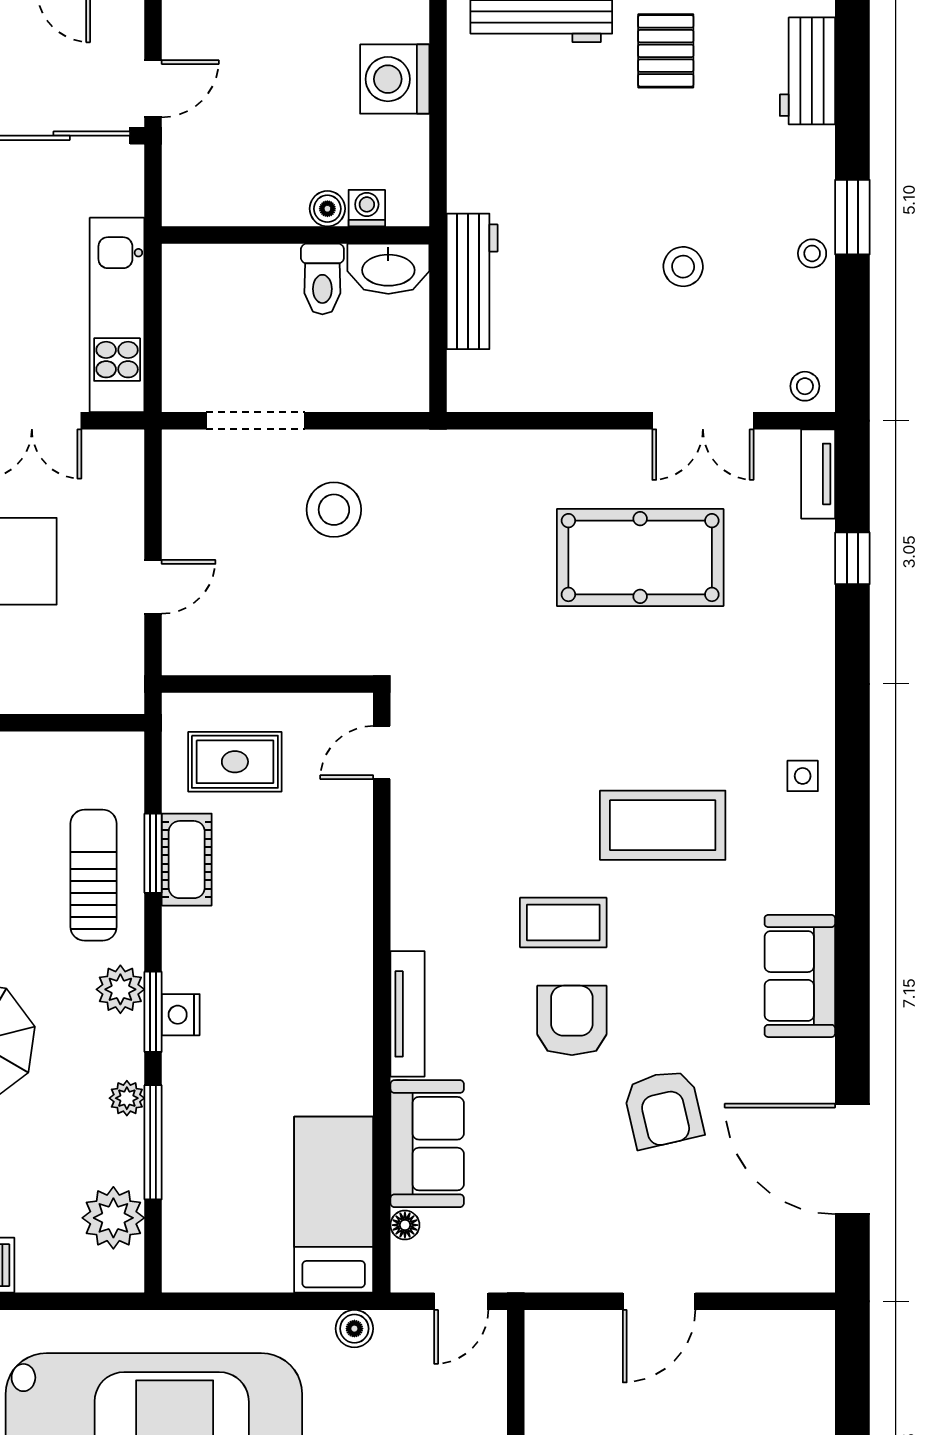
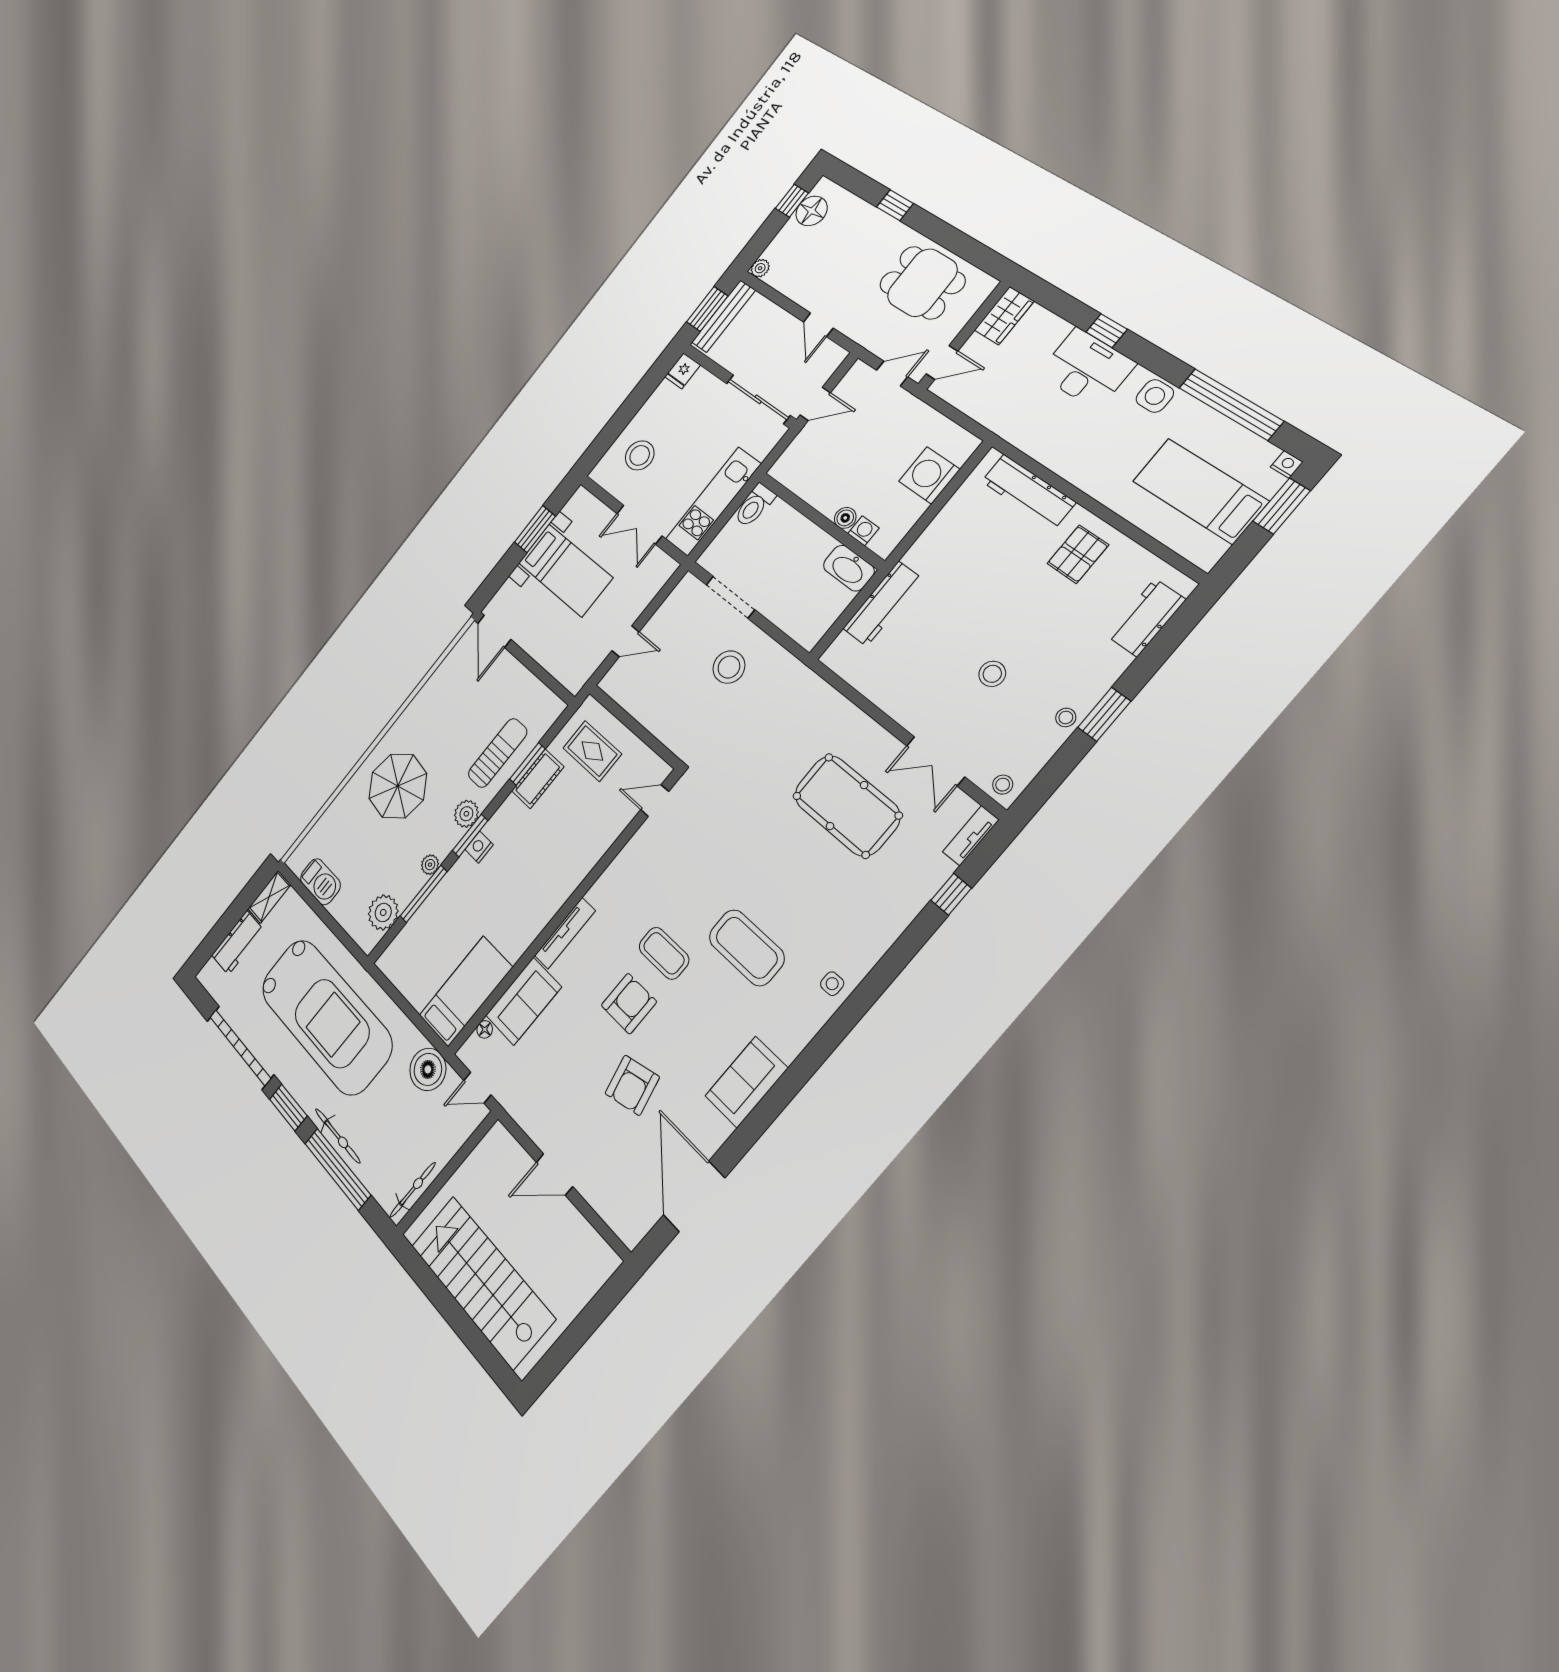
toilet: (322, 279) -> (754, 505), moved
boiler: (354, 1329) -> (428, 1069), width x1.86, depth x1.86

